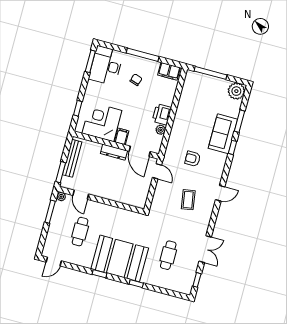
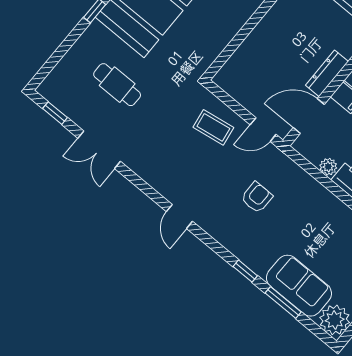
sofa: (223, 134) -> (299, 286), moved
coffee table: (188, 200) -> (213, 127), moved

